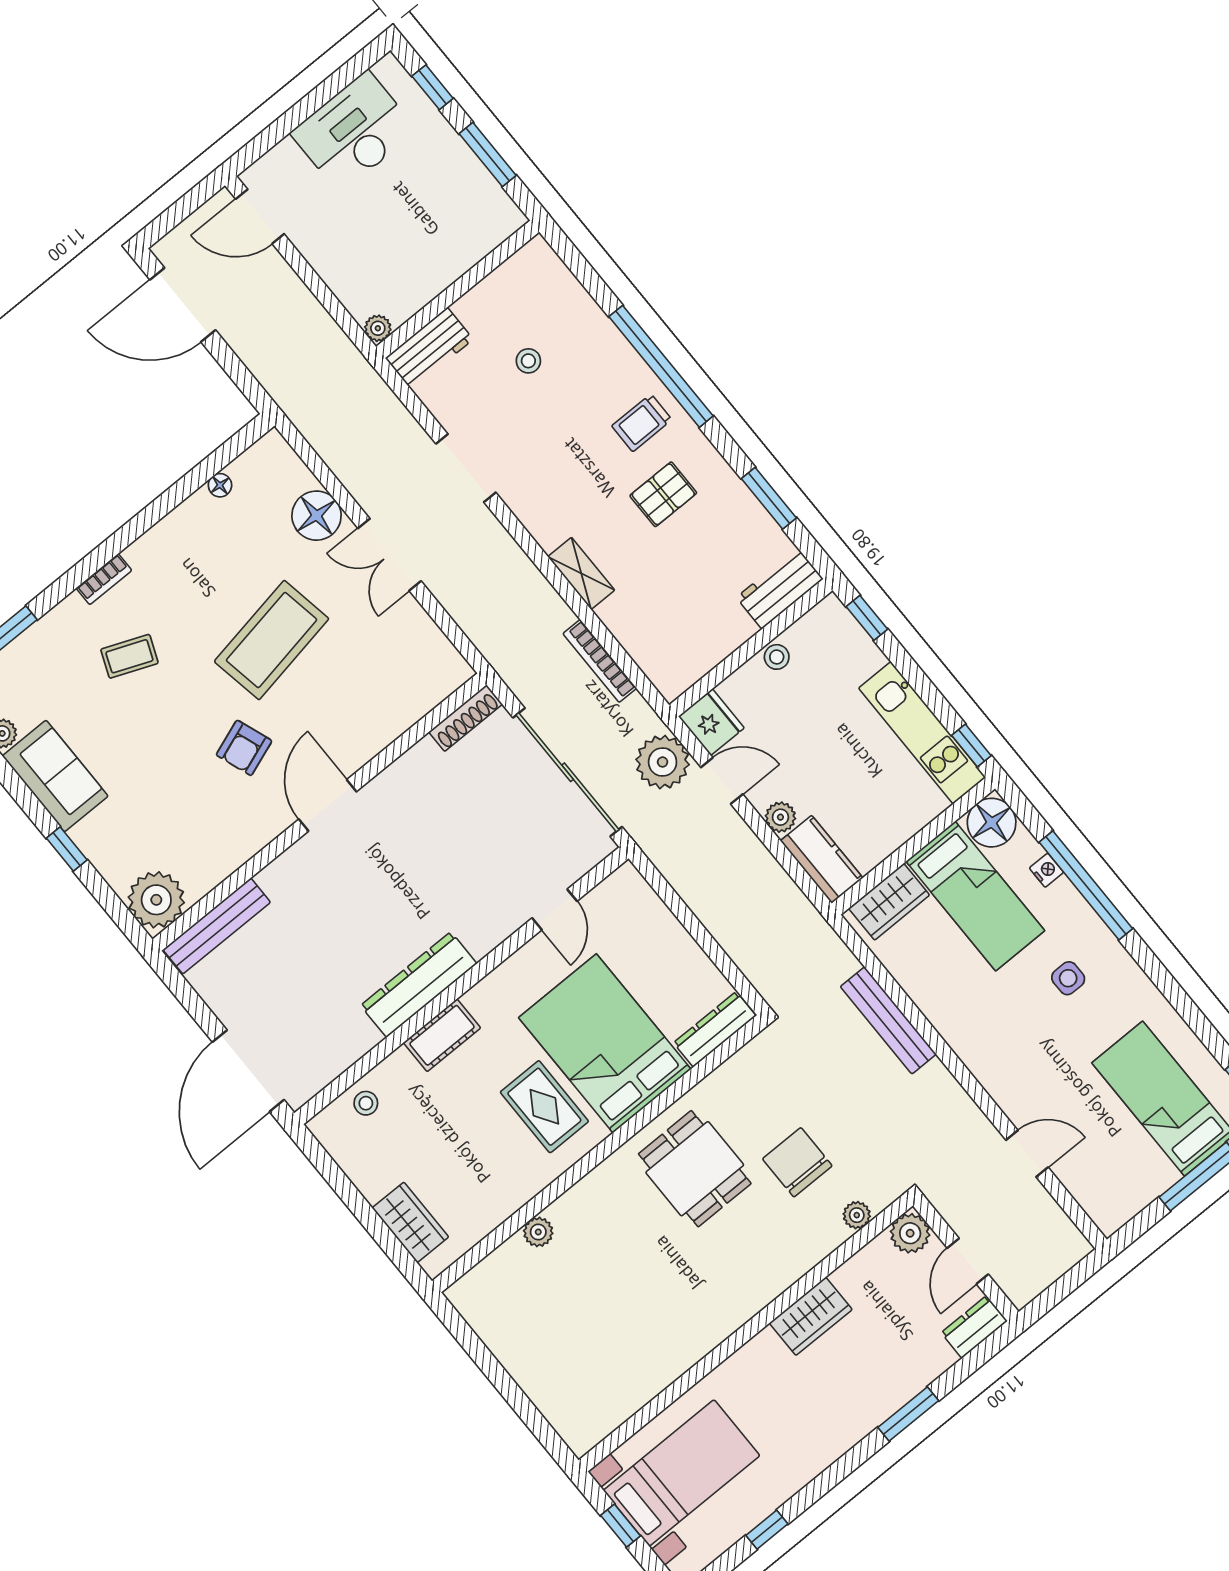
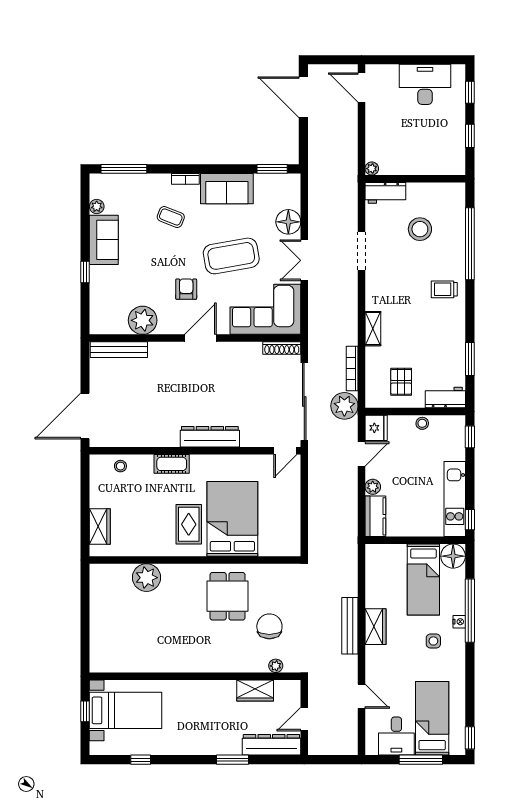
window: (488, 155) -> (470, 136), width x0.67
stool: (528, 361) -> (420, 229), width x1.89, depth x1.89
window: (661, 366) -> (470, 244), moved
window: (225, 454) -> (272, 169), added
floor lamp: (220, 485) -> (260, 179), removed
pallet: (663, 494) -> (401, 382), moved, turned 90
sofa: (180, 542) -> (227, 189), added
corner sofa: (391, 679) -> (265, 309), added
armchair: (244, 748) -> (186, 289), turned 110
plant: (663, 762) -> (344, 406), moved
door: (722, 781) -> (362, 454), hinge flipped
nightstand: (1046, 870) -> (459, 622), moved
plant: (156, 900) -> (143, 320), moved
wardrobe: (889, 902) -> (375, 627), moved, turned -90
door: (555, 910) -> (285, 451), moved
dresser: (419, 985) -> (210, 437), moved
bench: (888, 1020) -> (350, 626), moved
dresser: (715, 1029) -> (280, 548), removed
desk: (1131, 1171) -> (396, 736), added
plant: (538, 1232) -> (146, 578), width x1.88, depth x1.88
plant: (910, 1233) -> (291, 690), removed
wardrobe: (811, 1316) -> (255, 691), moved
dresser: (974, 1327) -> (271, 745), width x1.96, depth x1.24

